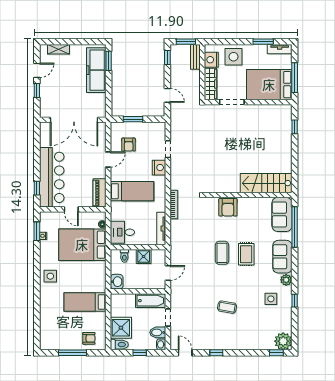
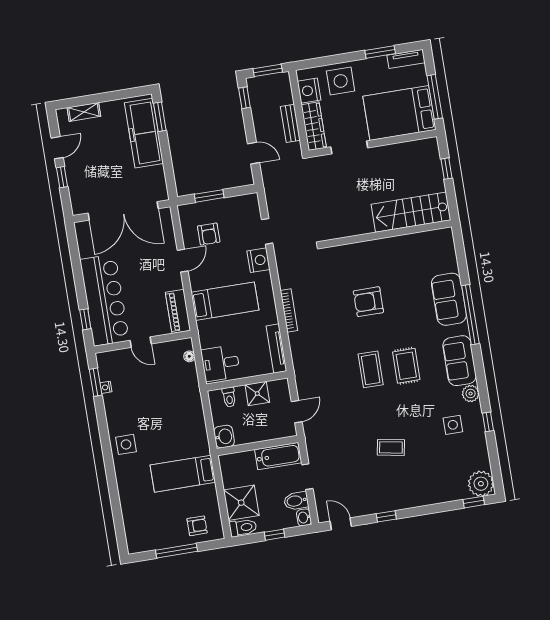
bench: (195, 57) -> (290, 123), moved
stairs: (266, 183) -> (411, 212), moved
wall: (248, 195) -> (388, 234), moved
armchair: (228, 207) -> (368, 302), turned 90
bed: (82, 245) -> (165, 391), removed

